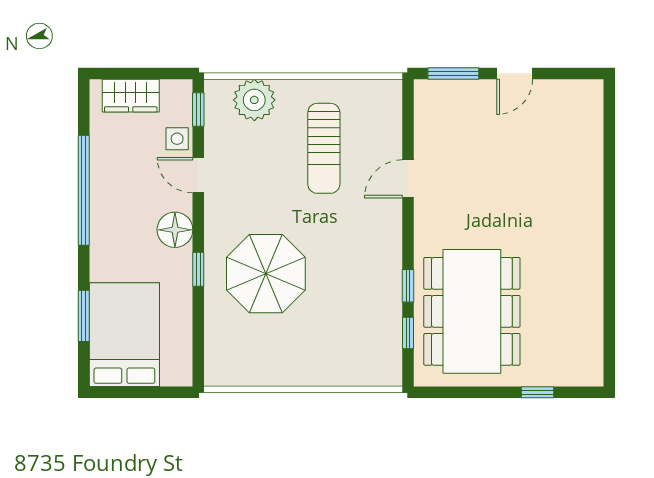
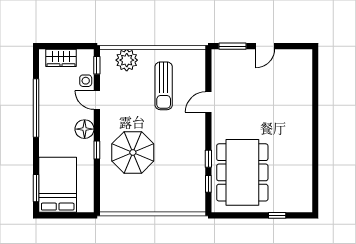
window: (84, 316) -> (36, 188), moved

